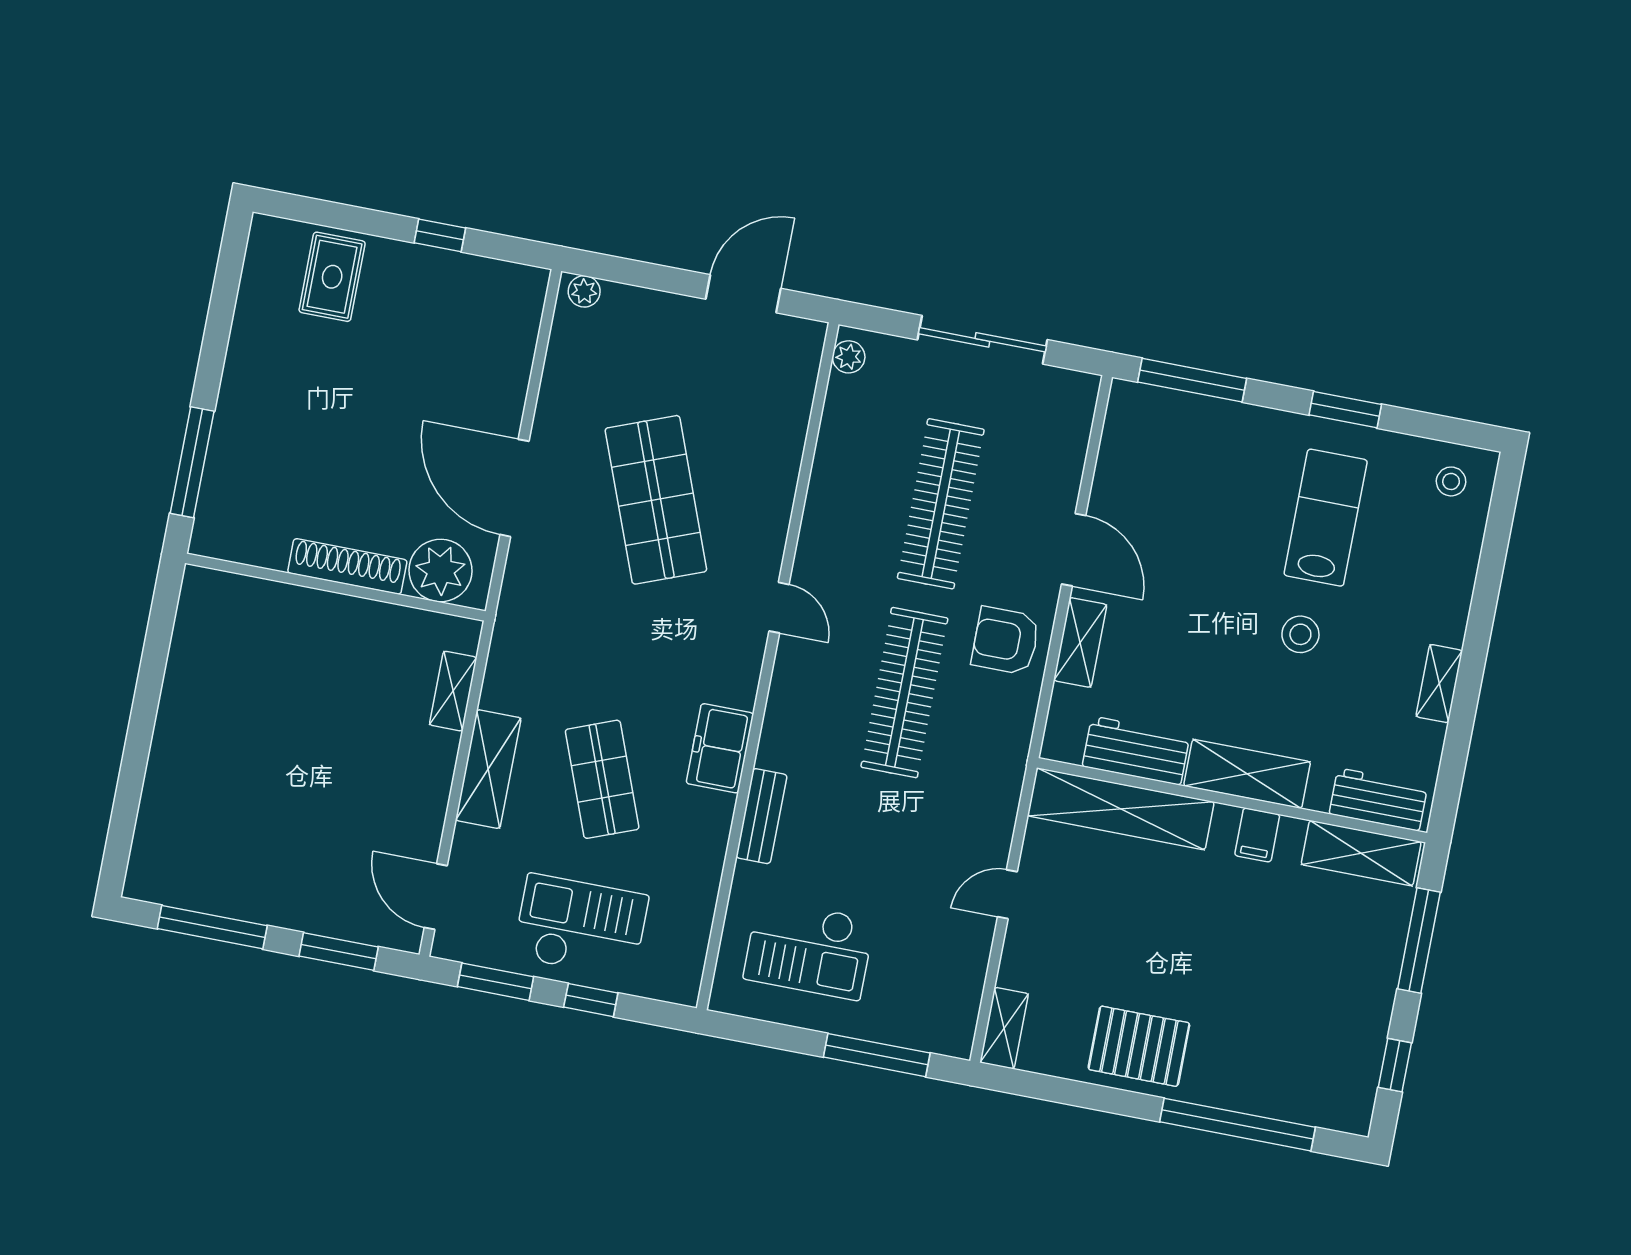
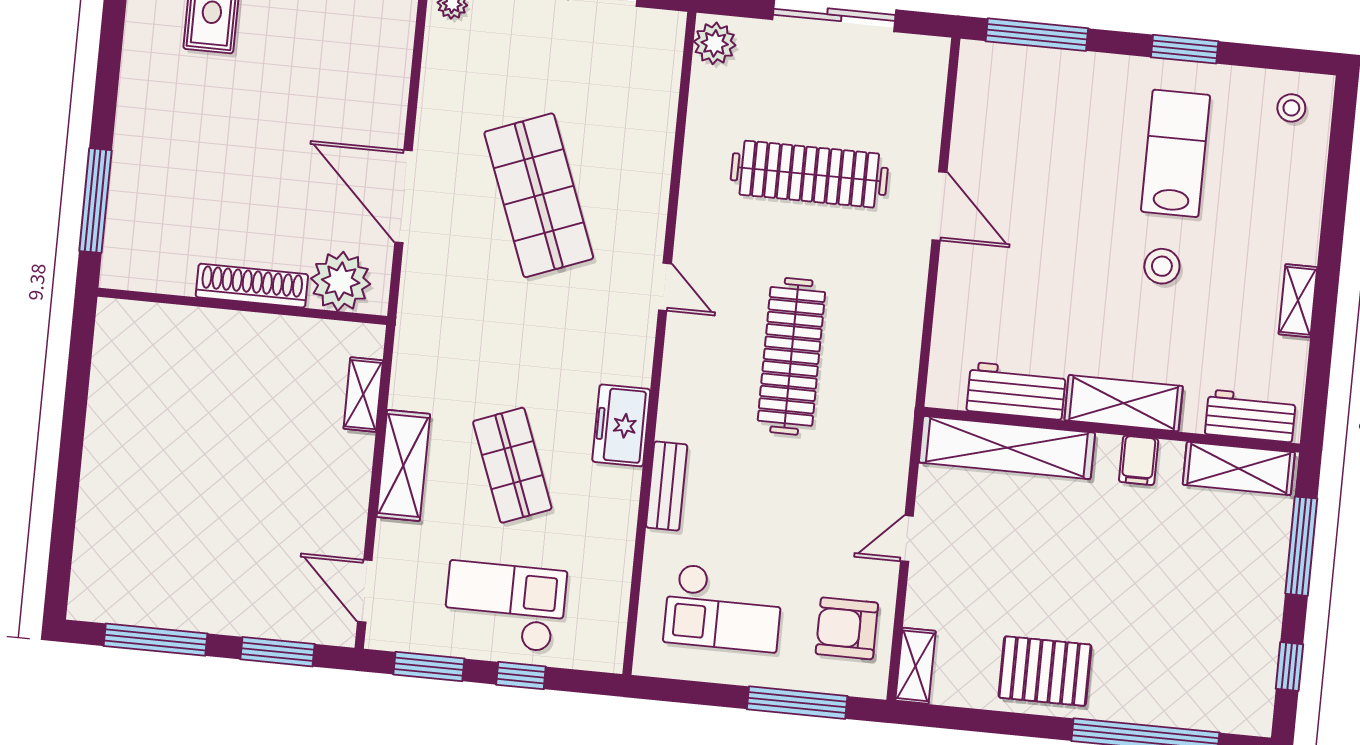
plant: (849, 357) -> (715, 43), width x1.38, depth x1.38
clothes rail: (941, 504) -> (809, 174), turned 90
armchair: (1006, 641) -> (847, 628), moved
shelving: (1080, 642) -> (954, 293), removed

